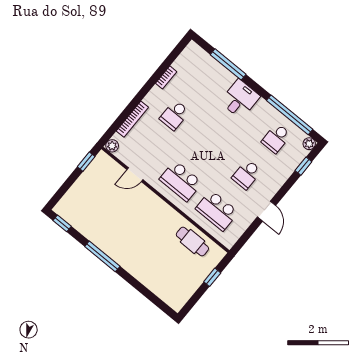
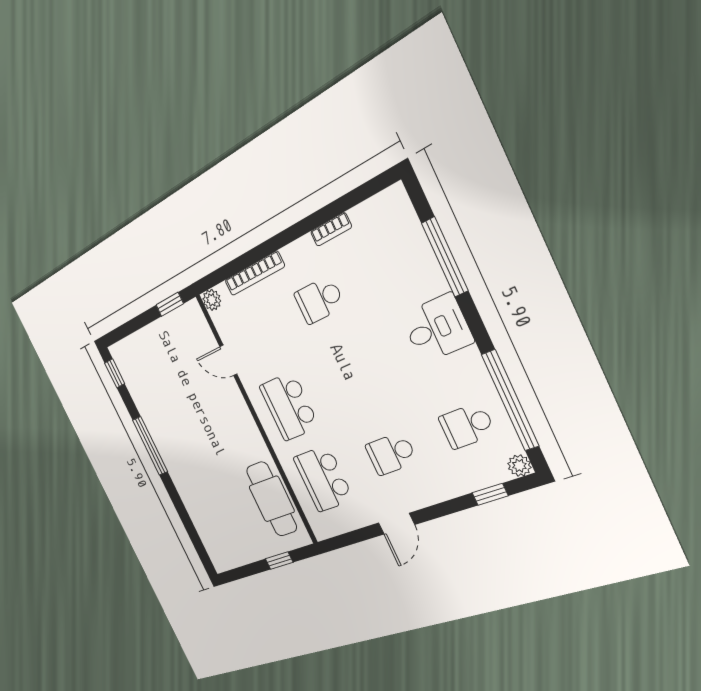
cafe table: (192, 242) -> (272, 499), width x1.37, depth x1.35

